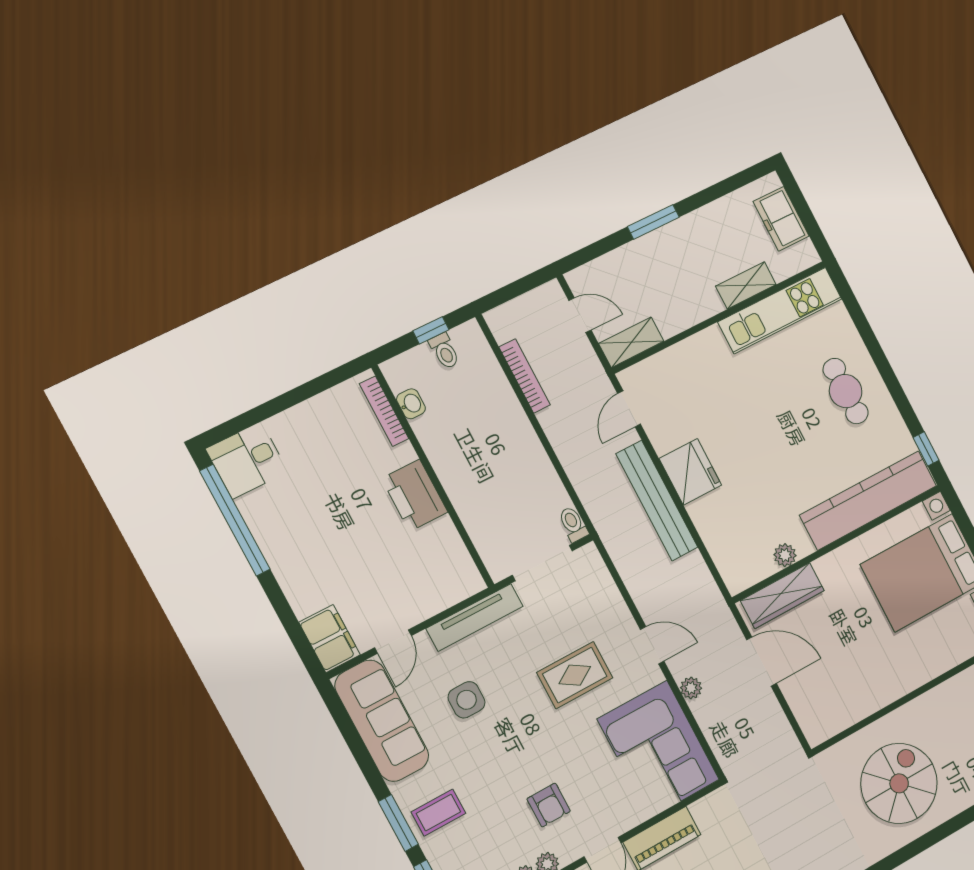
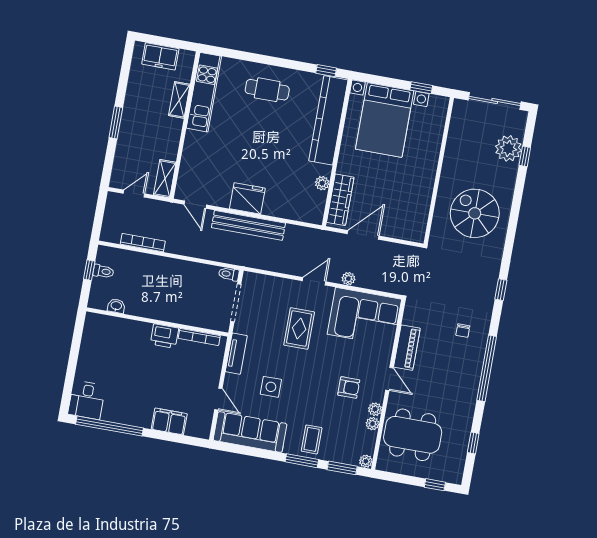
bookcase: (384, 411) -> (199, 337), moved
printer: (415, 495) -> (164, 336), width x0.73, depth x0.84
tv unit: (475, 617) -> (236, 354), width x0.71
filing cabinet: (330, 639) -> (169, 421), moved

